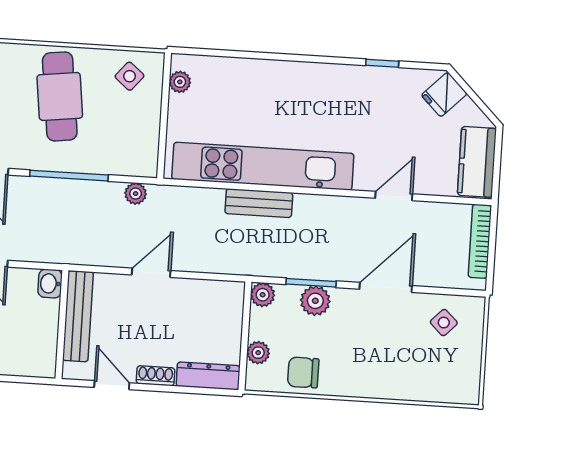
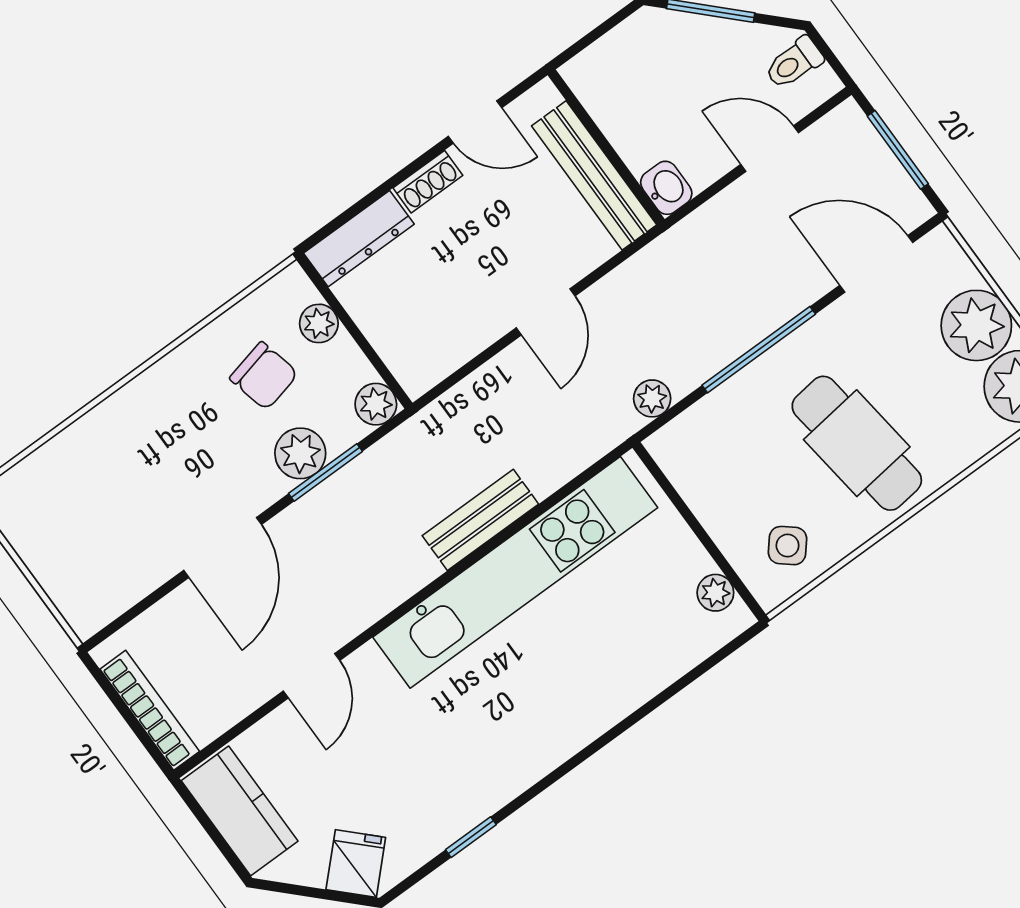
side table: (444, 323) -> (109, 565), removed
chair: (303, 373) -> (264, 376), moved, turned 77

